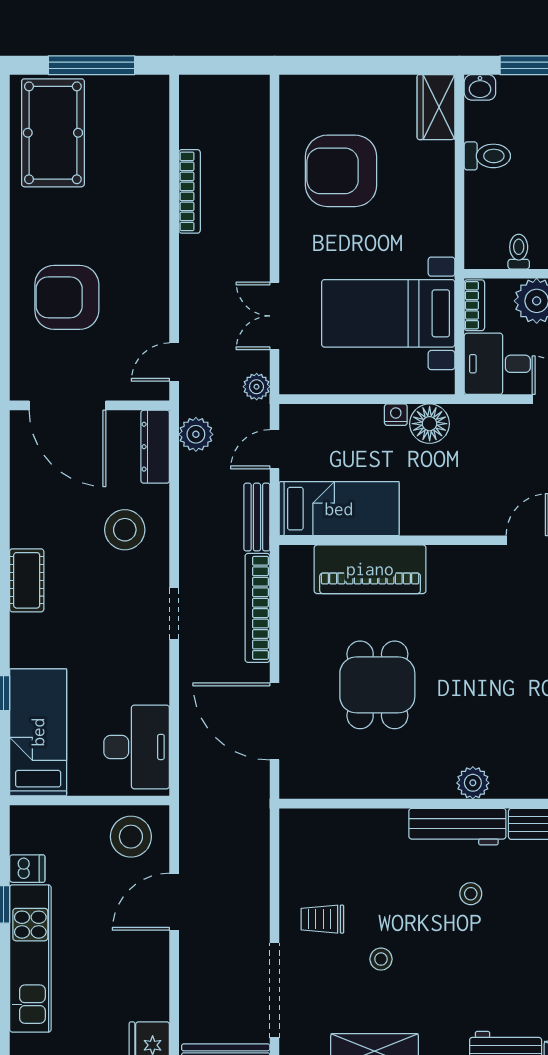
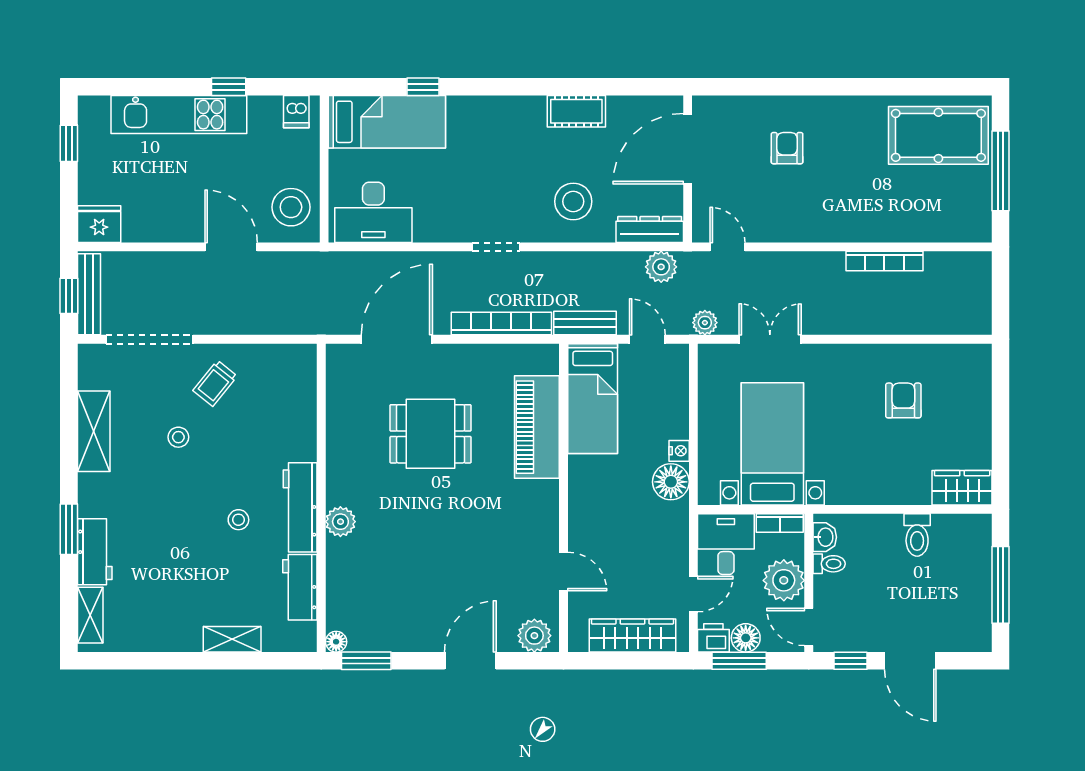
washbasin: (480, 87) -> (825, 537), moved, turned 180
armchair: (341, 171) -> (903, 400), width x0.53, depth x0.53
armchair: (67, 297) -> (787, 148), width x0.53, depth x0.53
cot: (27, 580) -> (576, 111), moved
dishwasher: (27, 869) -> (296, 112), moved
trolley: (322, 919) -> (215, 383), turned -141

